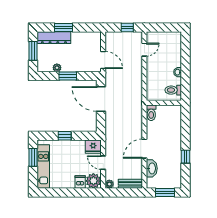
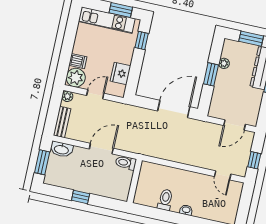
door: (103, 60) -> (235, 125), moved
wall: (164, 103) -> (135, 181), moved
toilet: (151, 113) -> (126, 163), moved
window: (65, 136) -> (142, 40), moved
fridge: (93, 147) -> (120, 73), moved
door: (144, 149) -> (101, 149), hinge flipped
washbasin: (152, 168) -> (61, 149), moved

